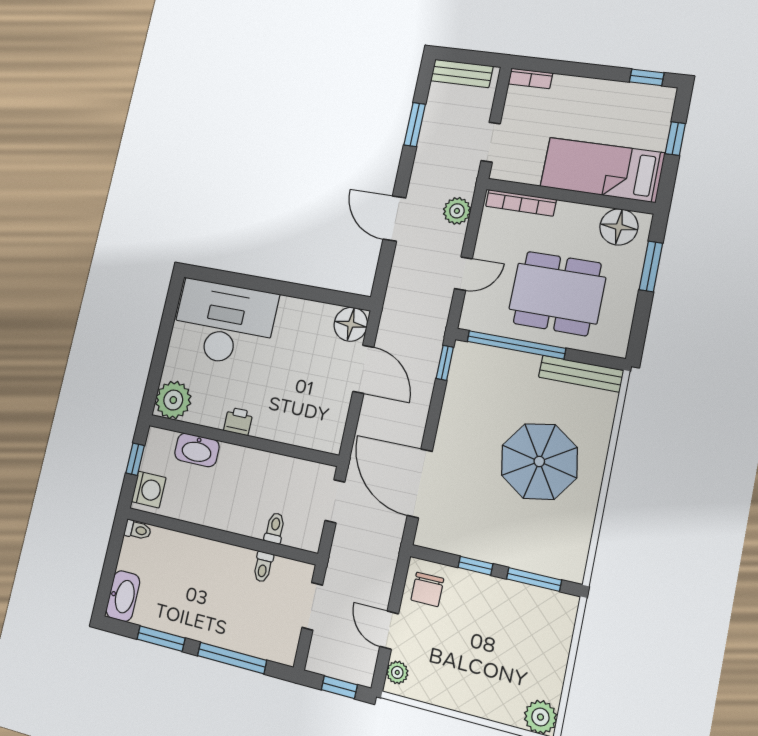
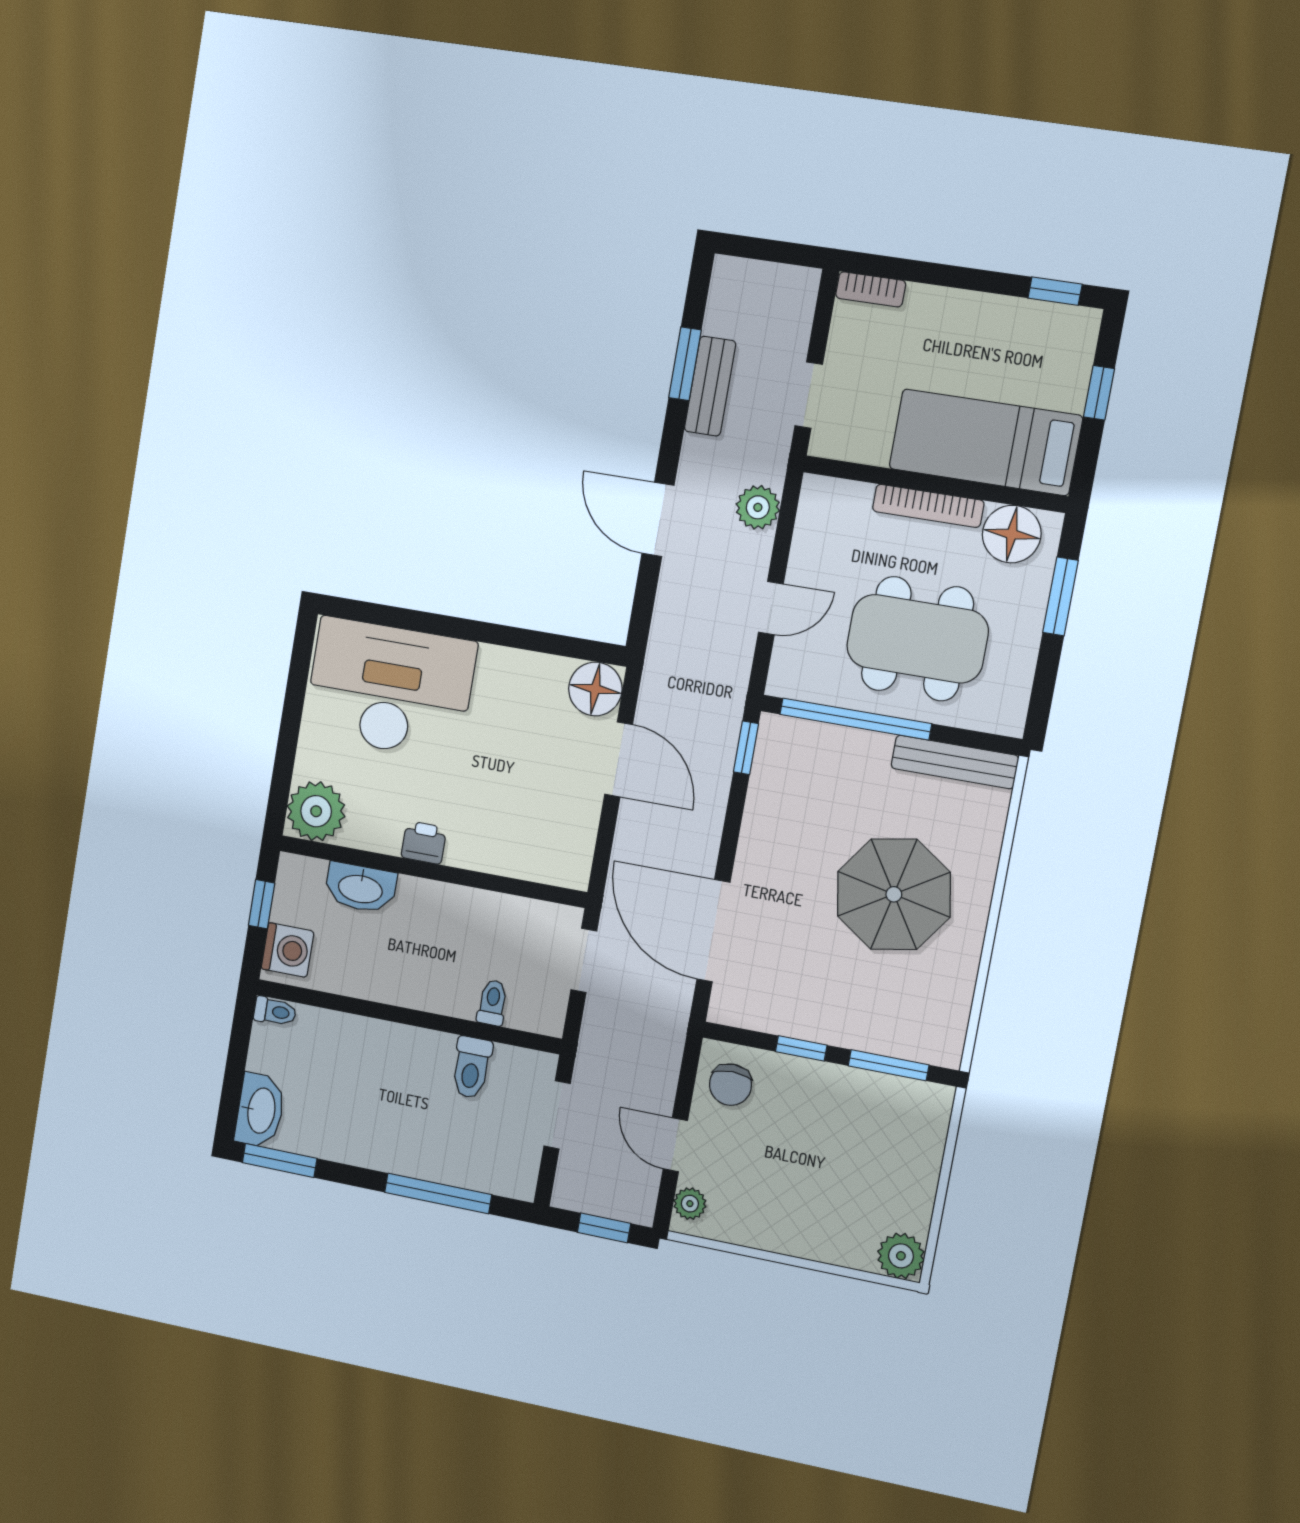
bench: (462, 73) -> (710, 386), moved, turned 90
bookcase: (521, 203) -> (928, 506), moved
toilet: (263, 567) -> (471, 1067), width x1.37, depth x1.39
window: (161, 639) -> (280, 1160), moved

